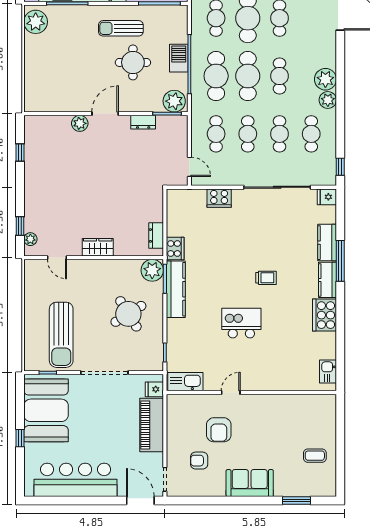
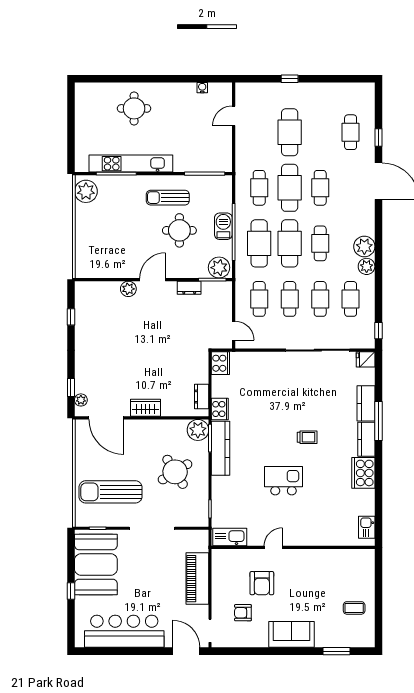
cooker: (219, 198) -> (220, 363), moved, turned -90
door: (57, 258) -> (106, 418), width x1.87
sun lounger: (61, 335) -> (110, 492), turned 90
fridge: (154, 389) -> (200, 544), removed

